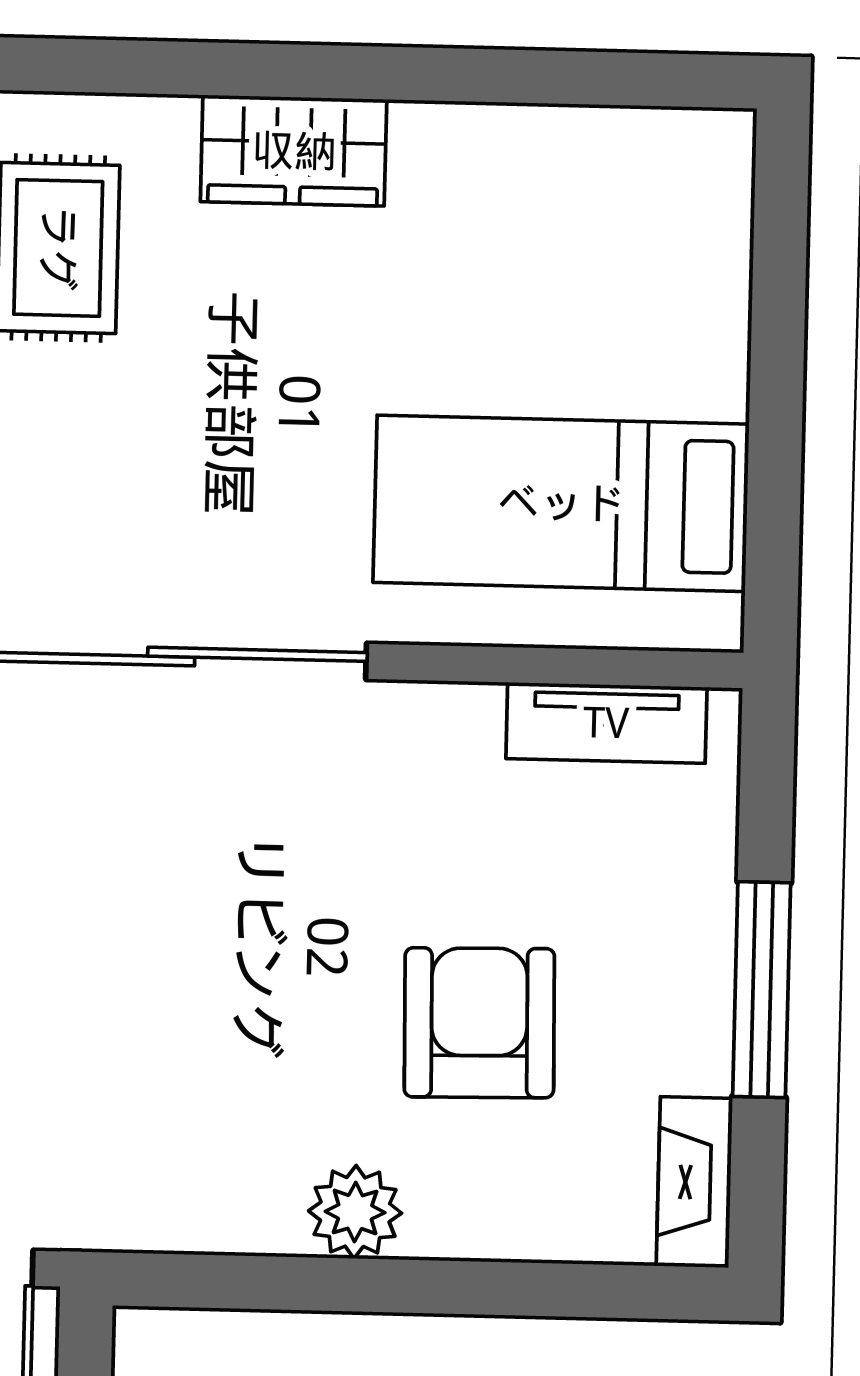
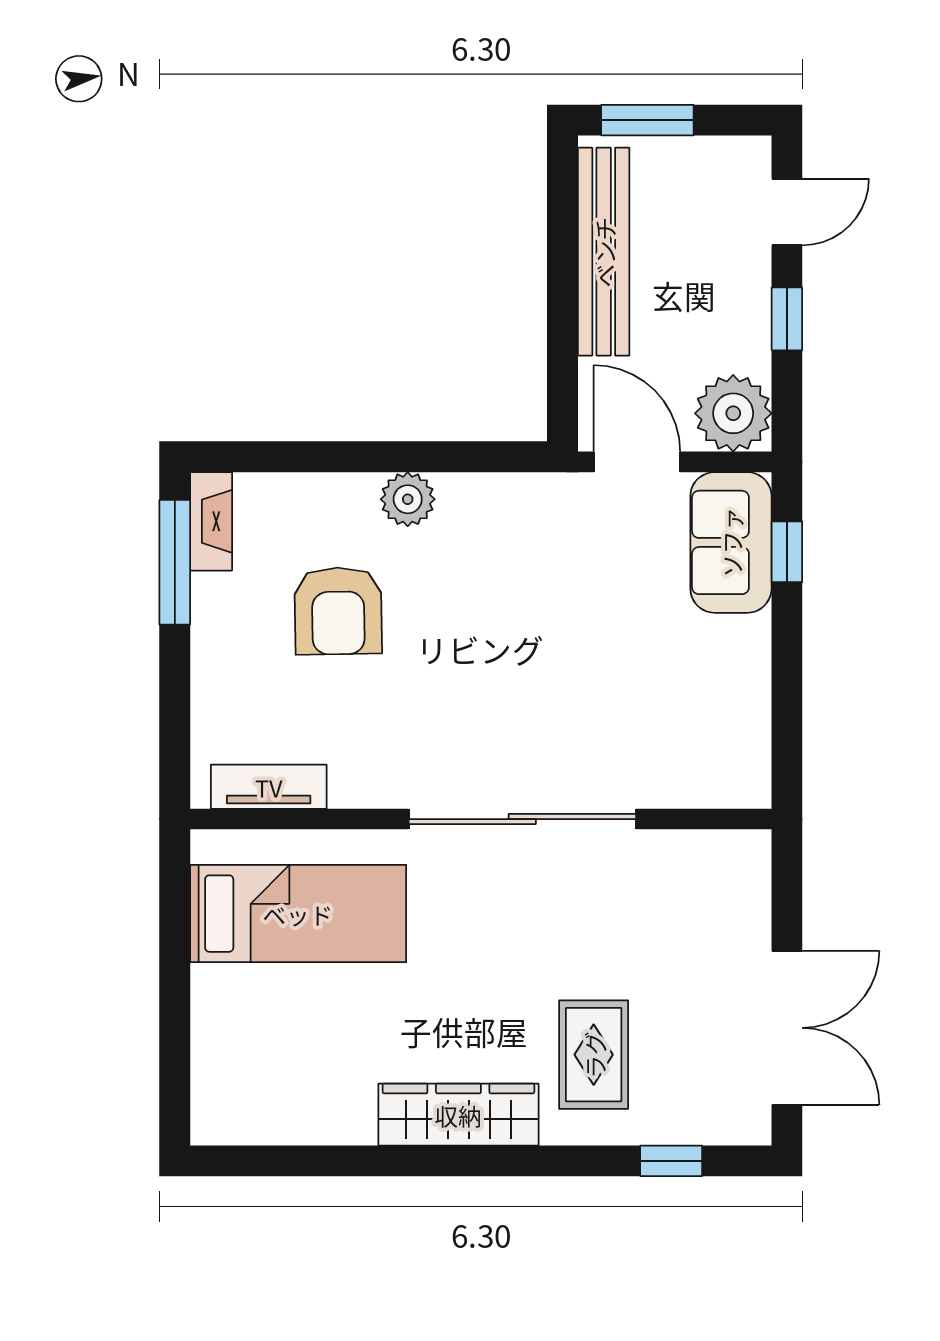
wardrobe: (294, 151) -> (458, 1115), width x1.50
window: (762, 990) -> (175, 562), moved

